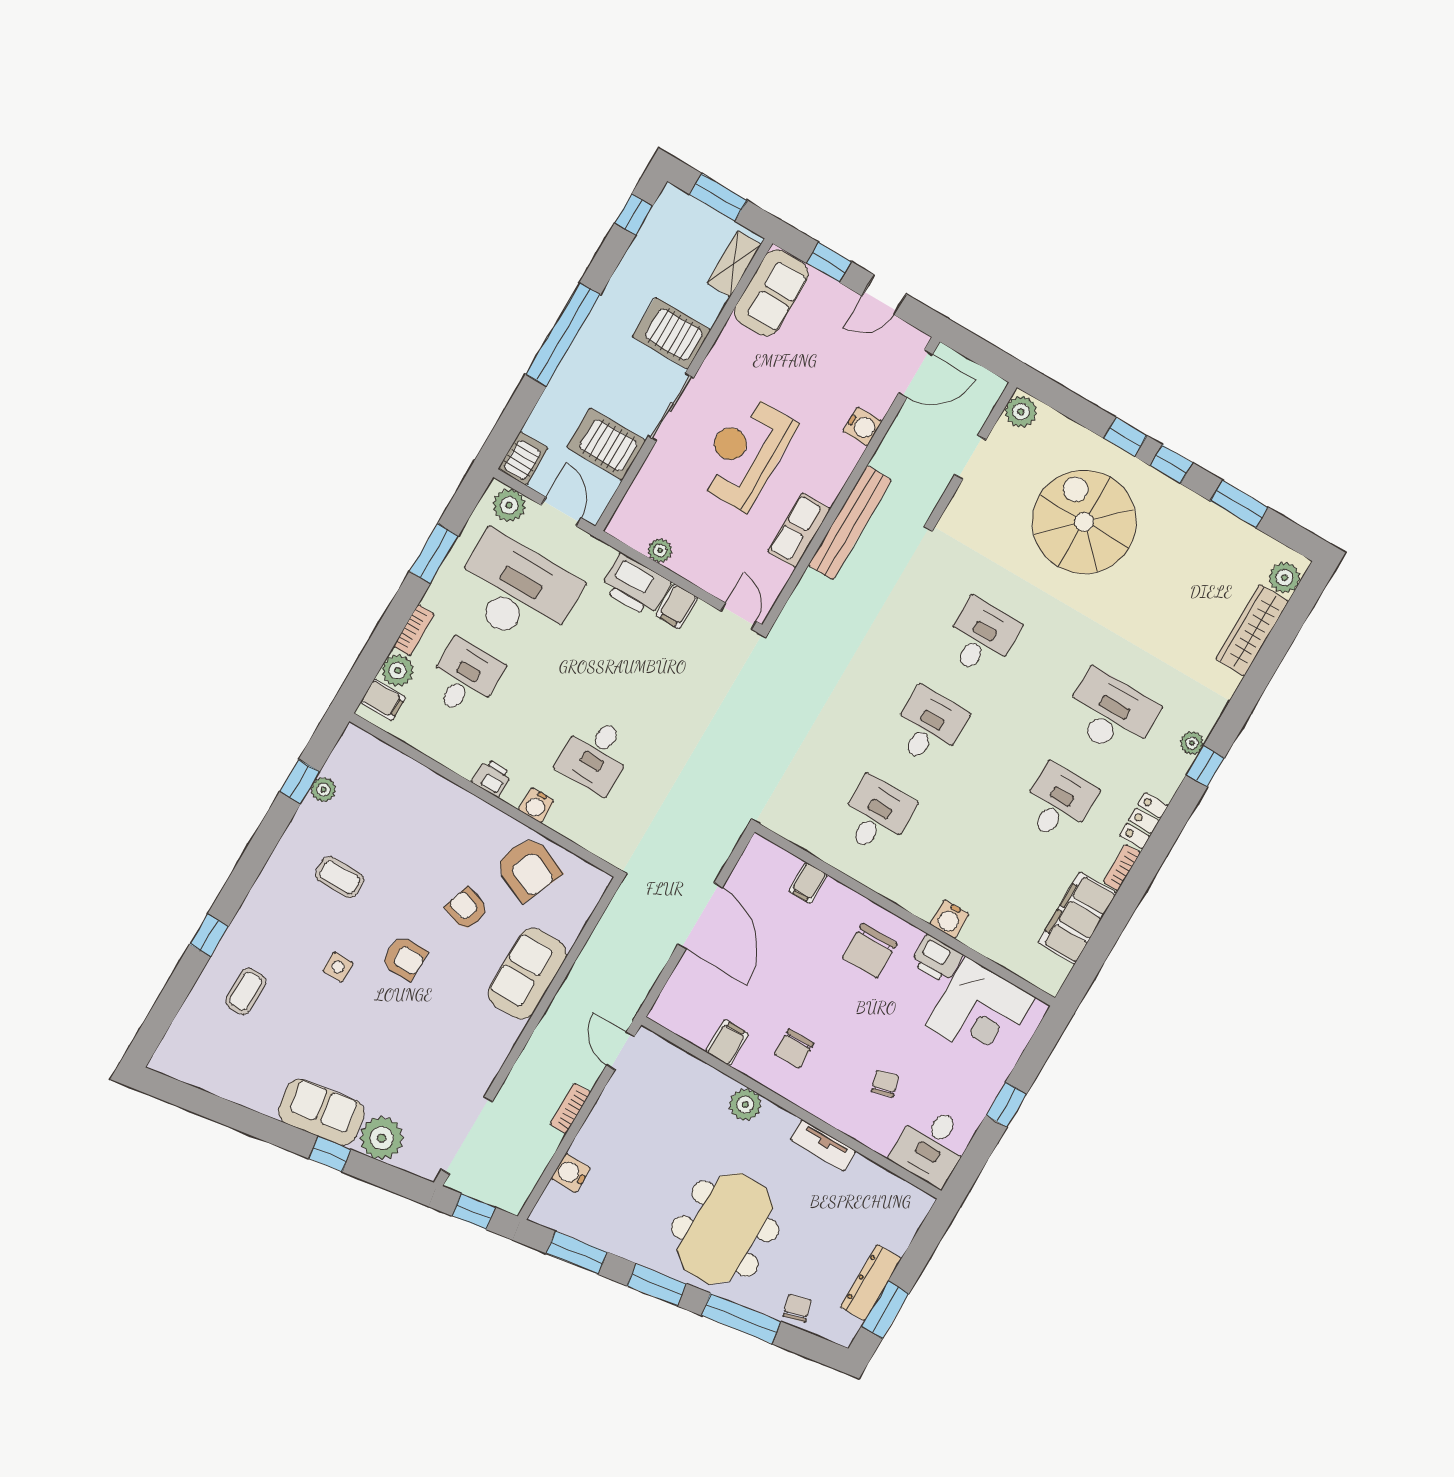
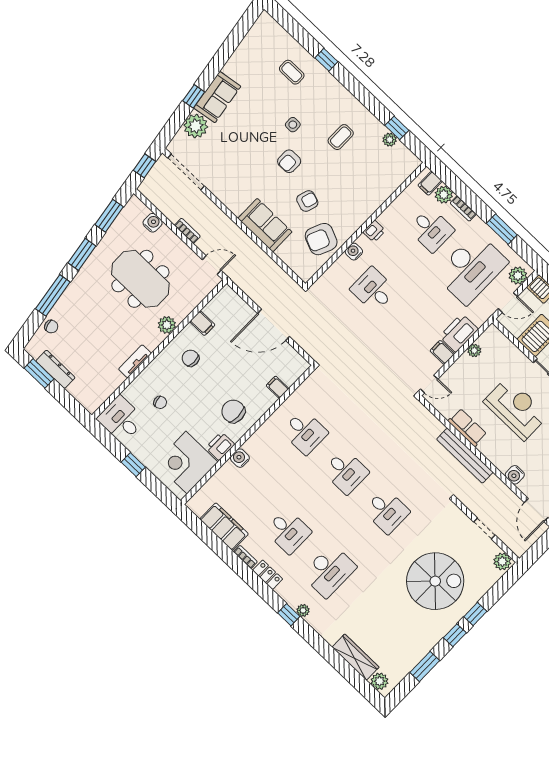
meeting table: (725, 1229) -> (140, 279), moved

